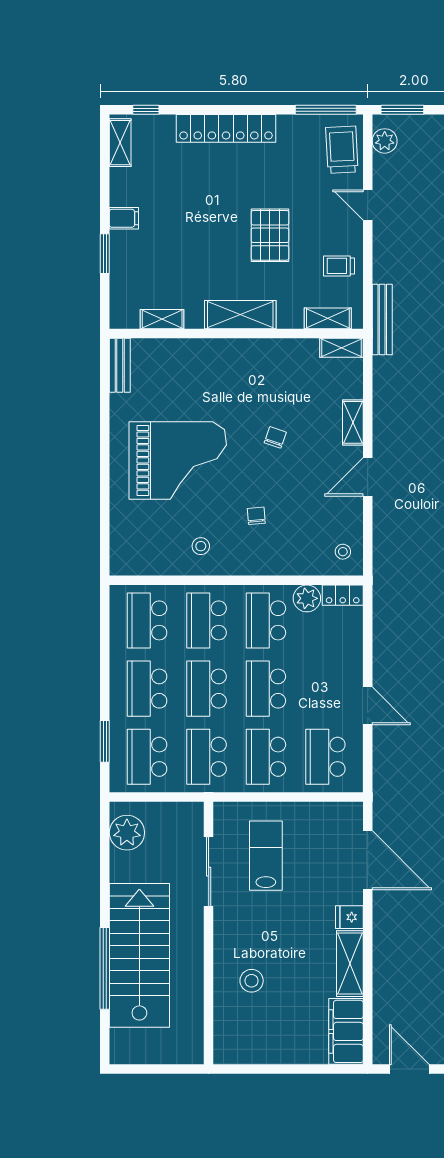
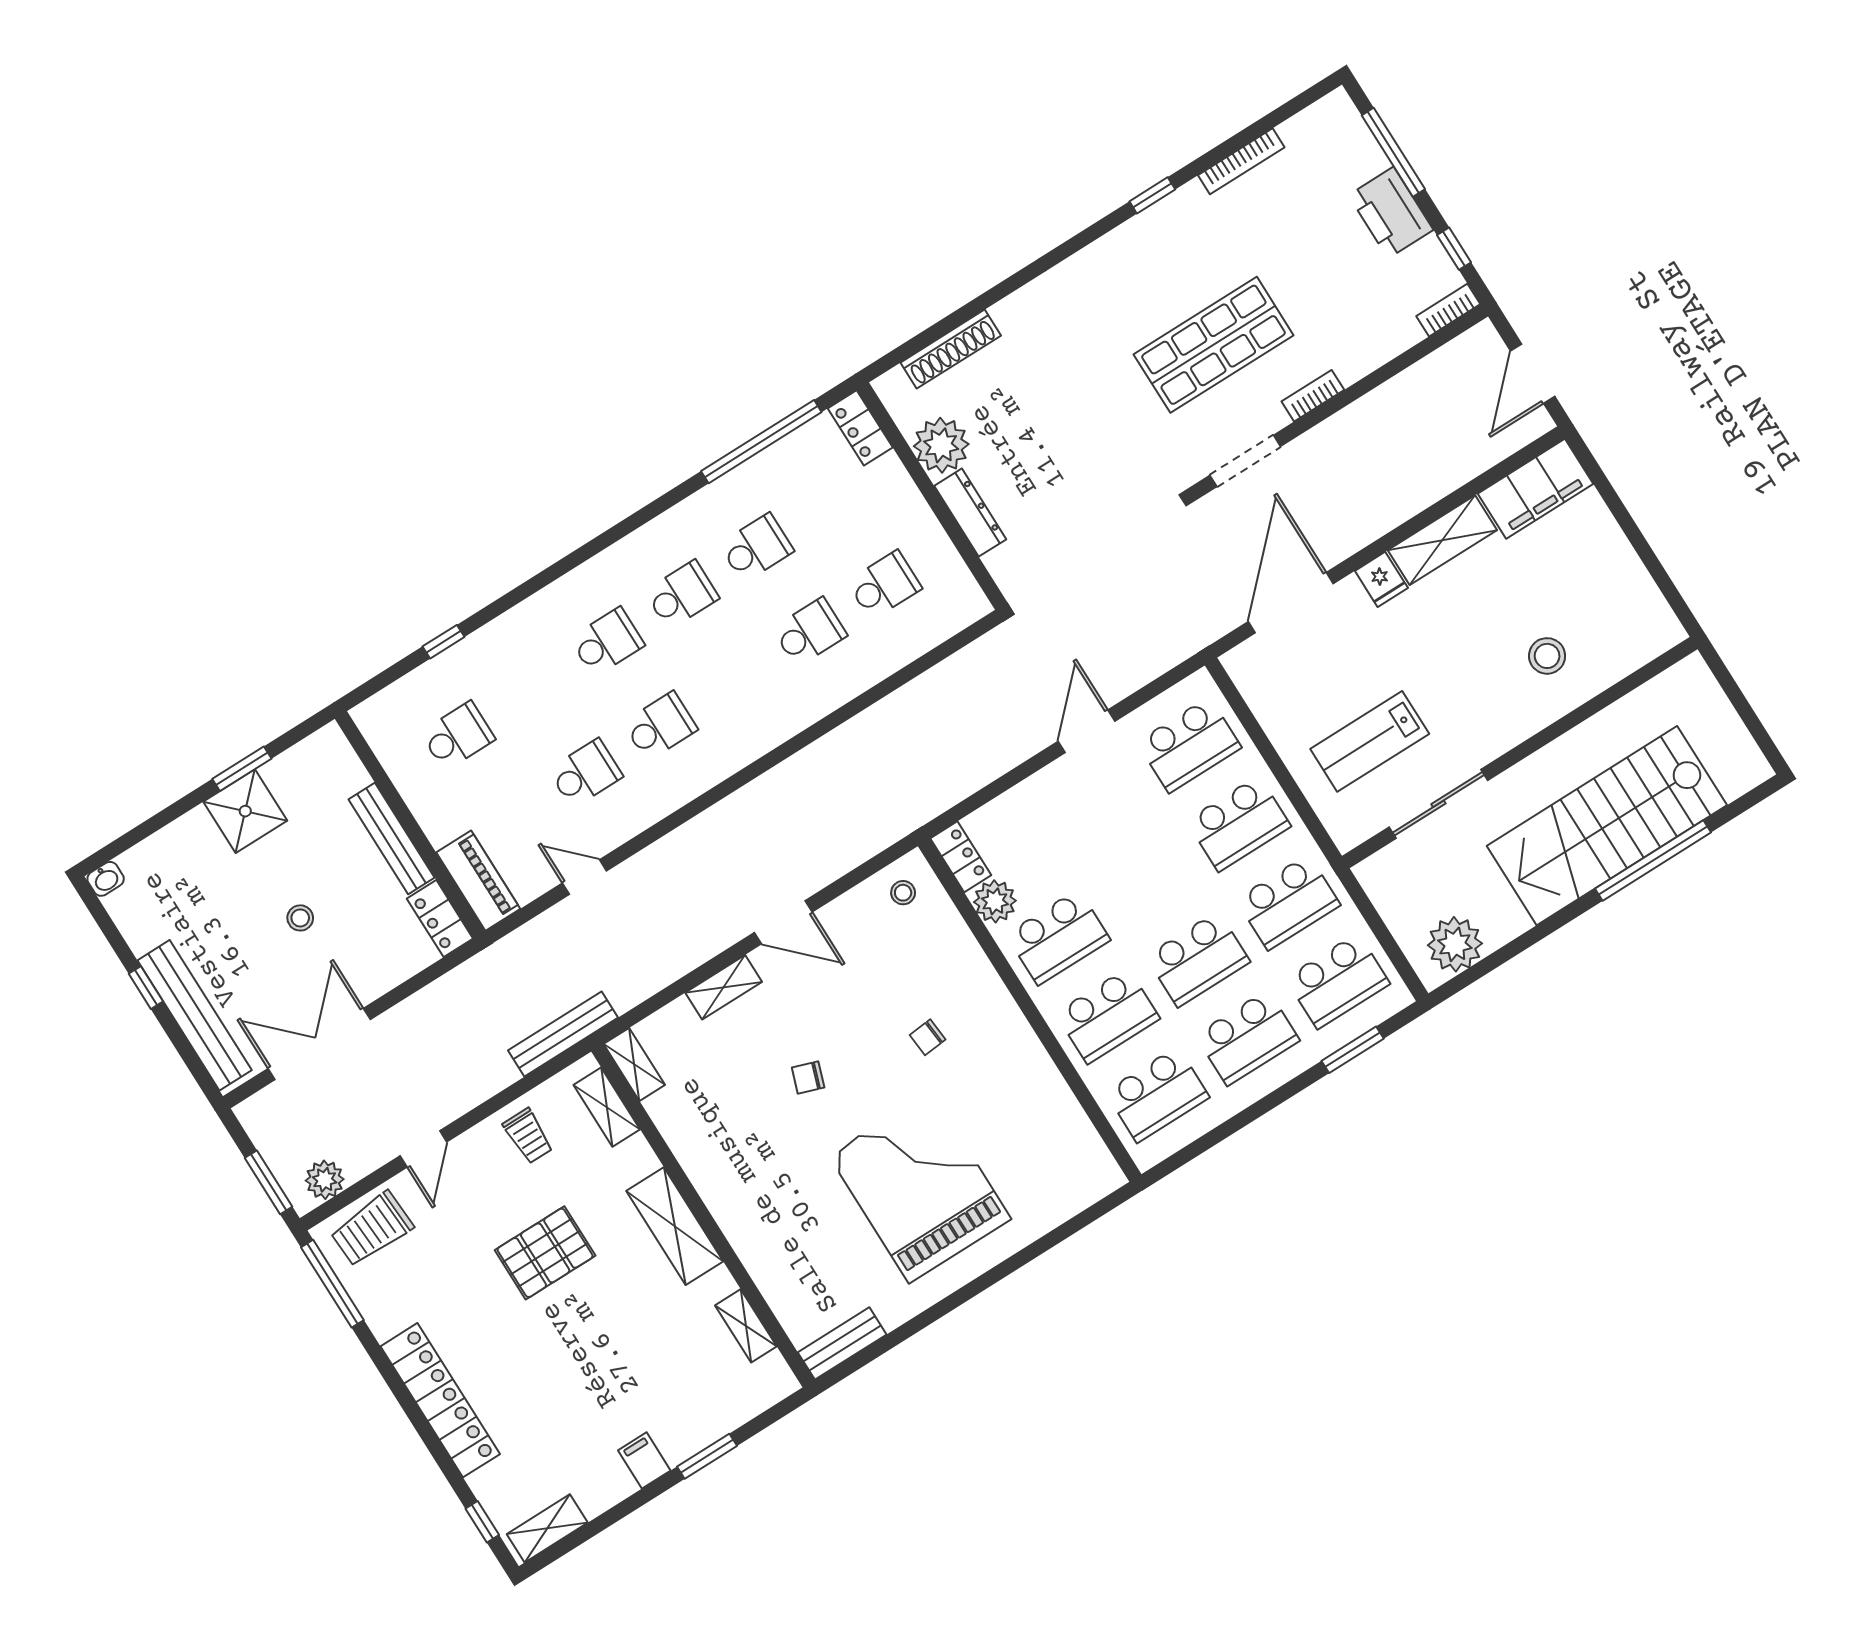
stool: (201, 546) -> (1014, 1085), removed
school desk: (266, 689) -> (1148, 880), removed

